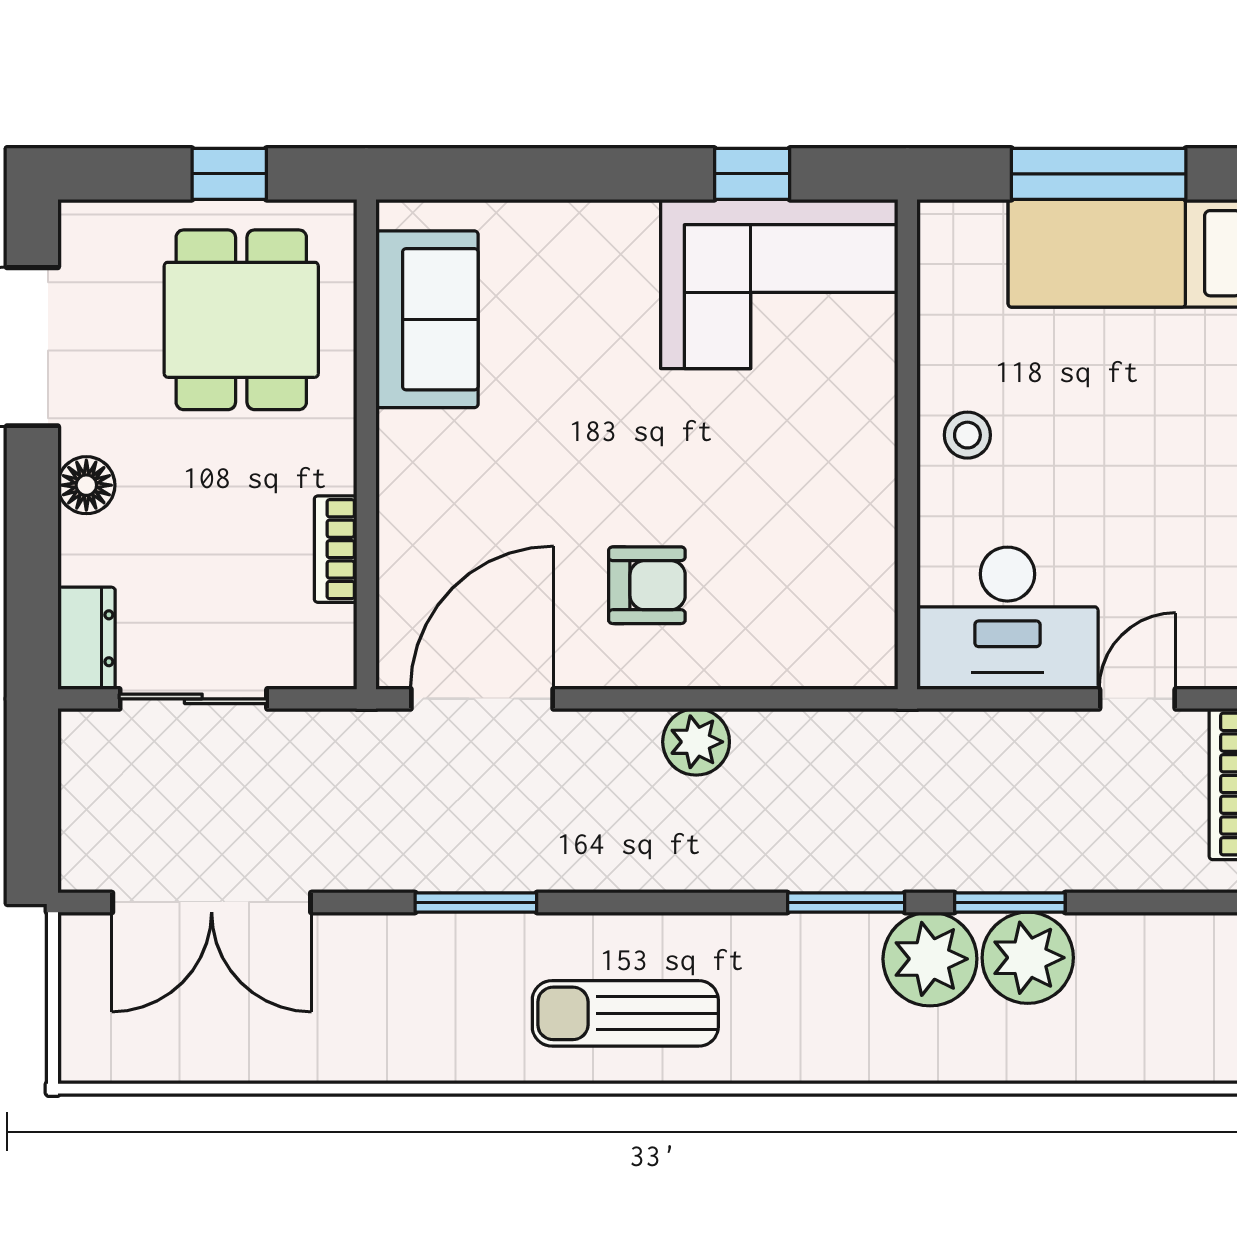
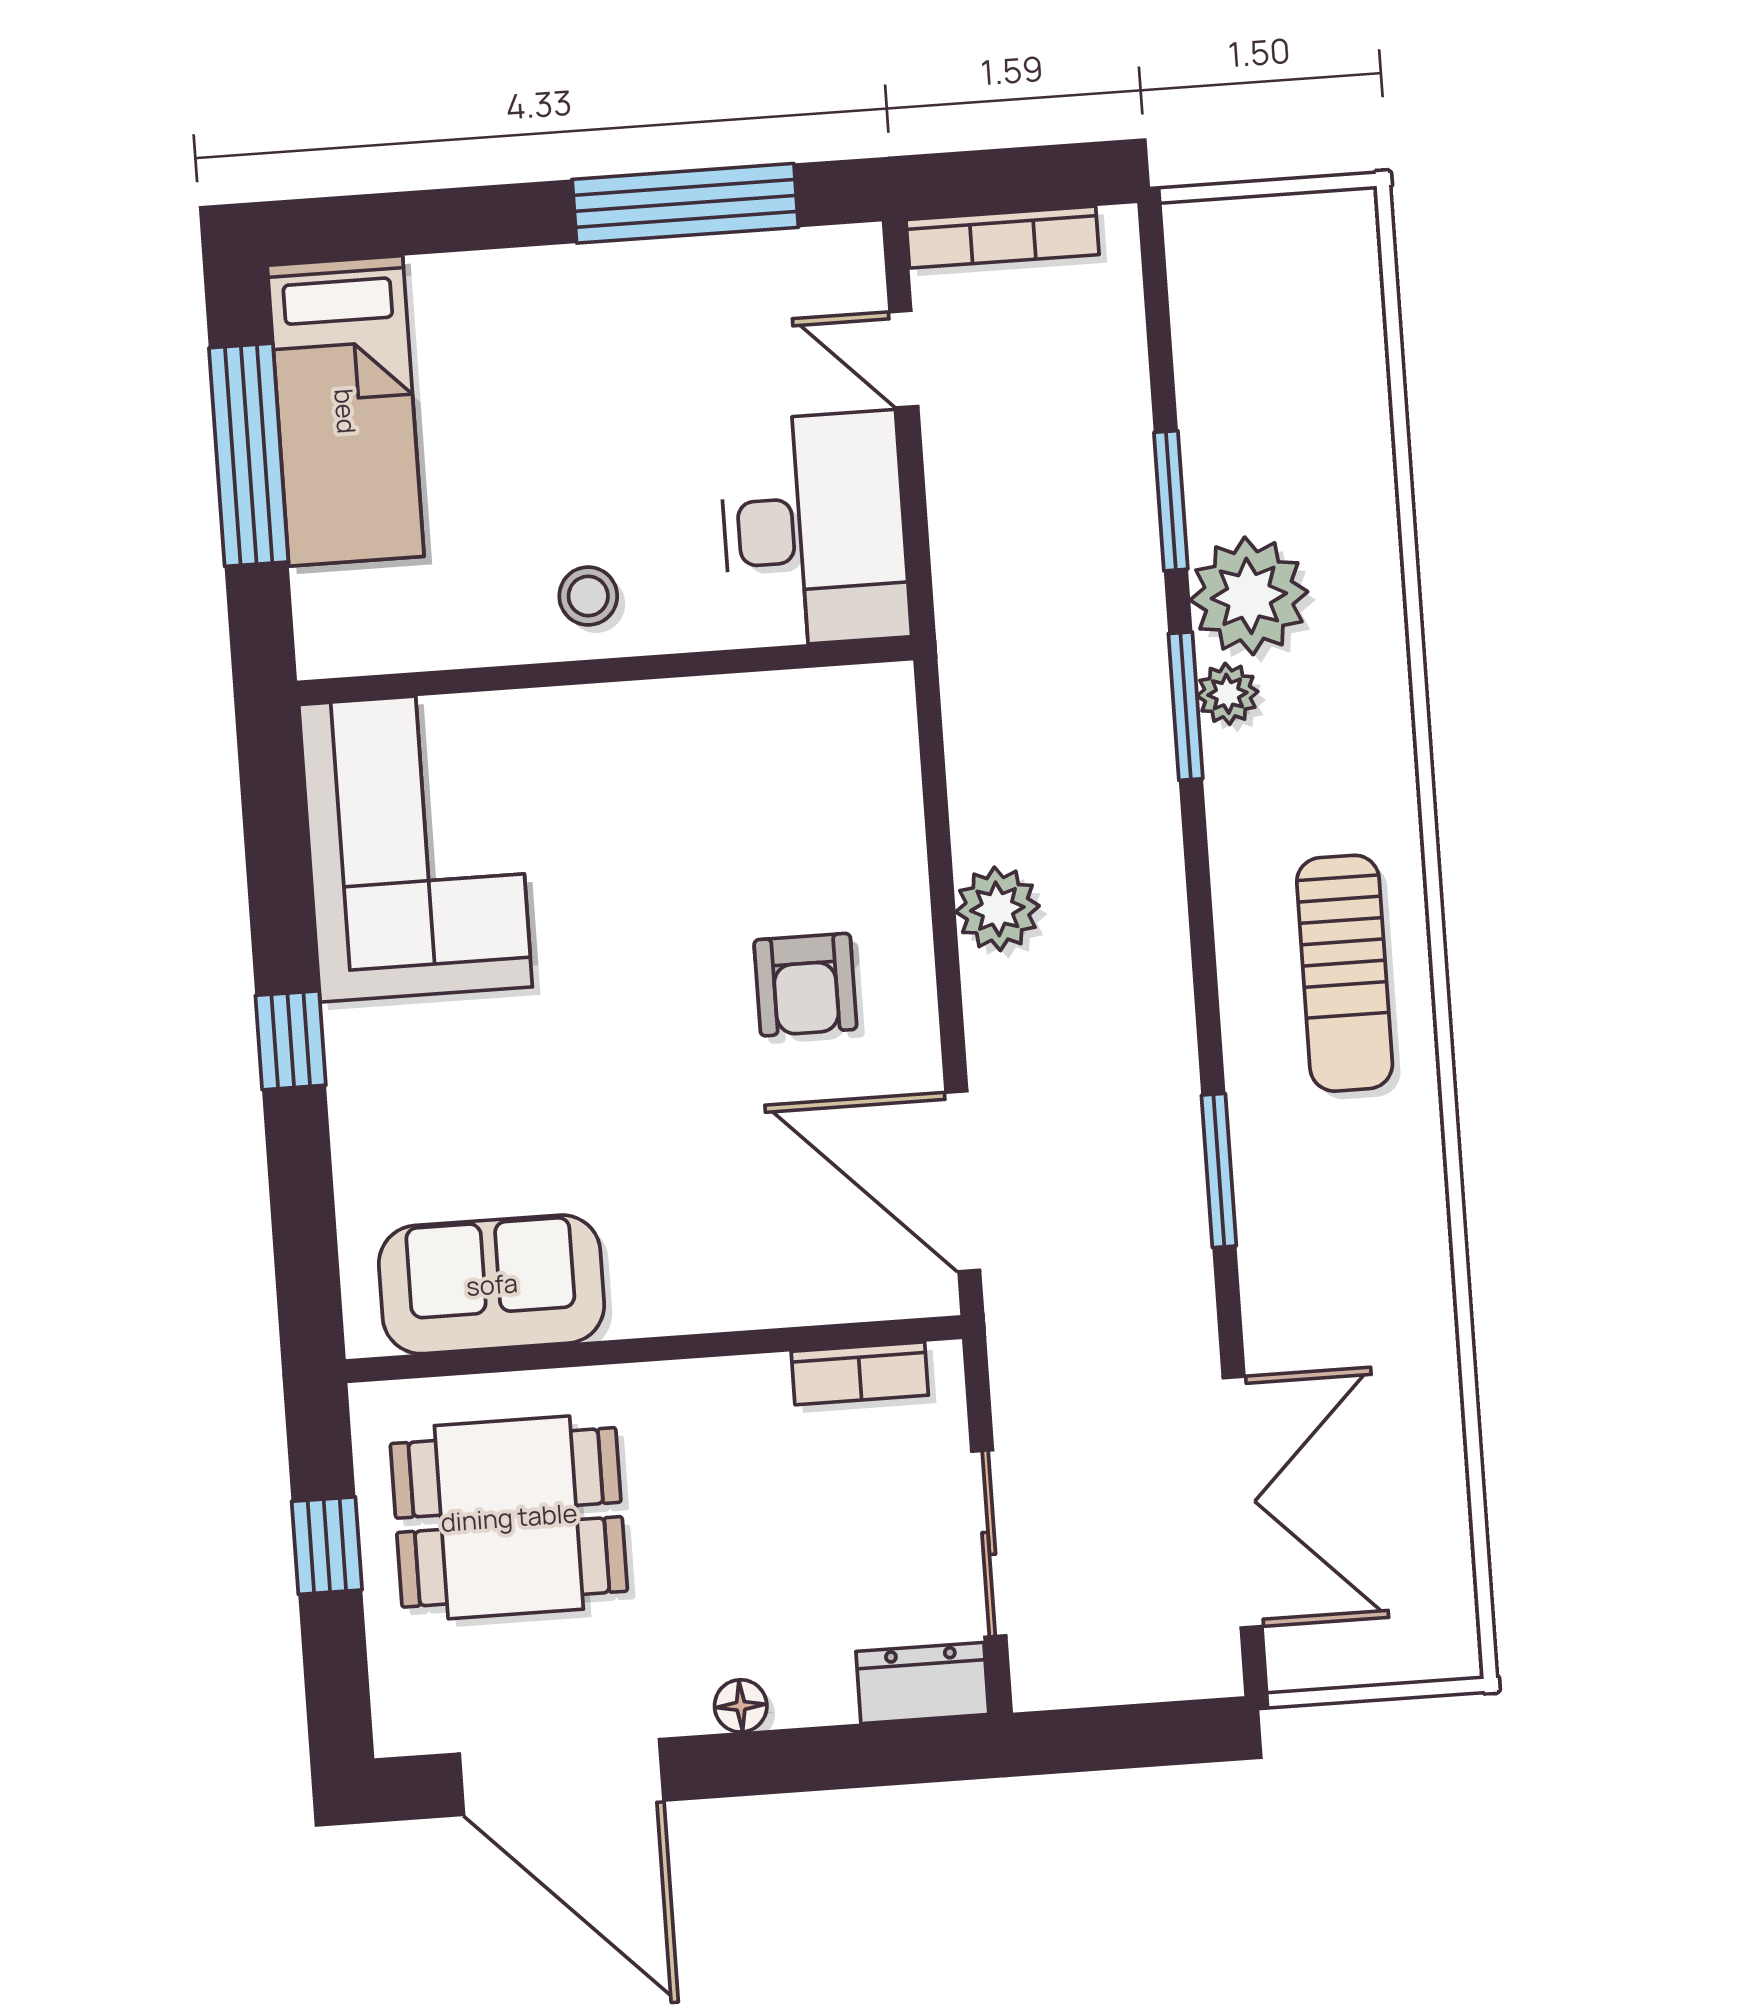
window: (752, 174) -> (291, 1040), moved
floor lamp: (86, 485) -> (741, 1706), width x0.73, depth x0.73
bookcase: (336, 549) -> (860, 1373), moved
armchair: (647, 585) -> (805, 985), turned 180
plant: (1028, 958) -> (1227, 694), moved, width x0.53, depth x0.53

